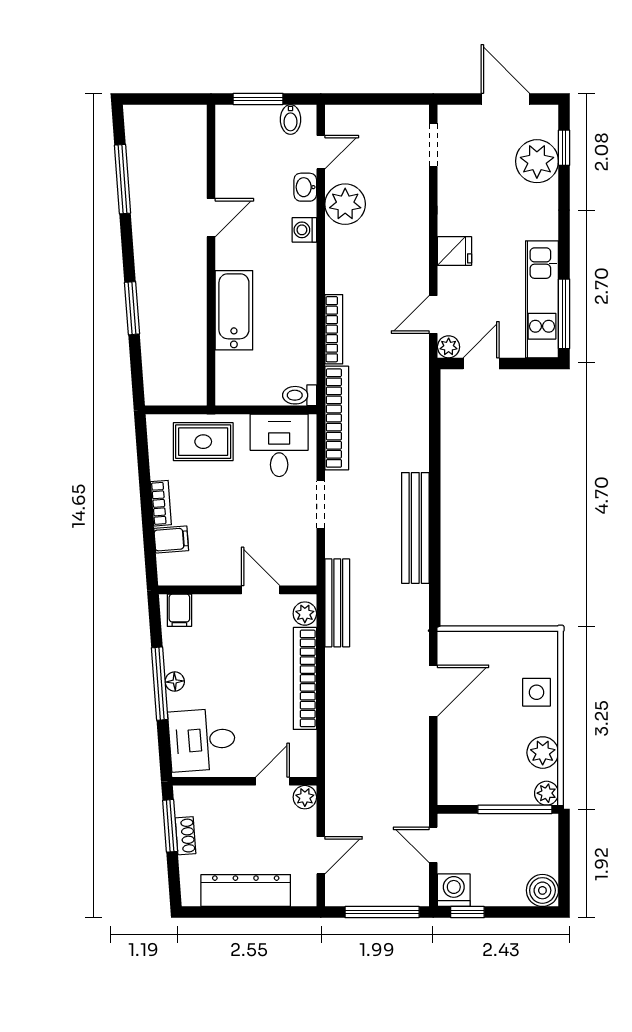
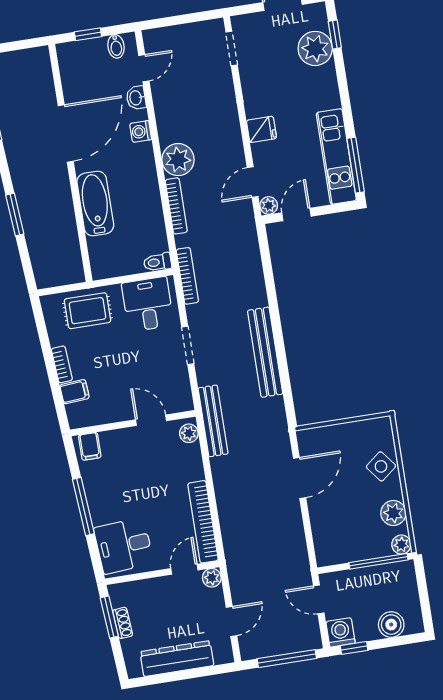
window: (258, 99) -> (88, 34), width x0.67
plant: (345, 204) -> (178, 160), moved
door: (211, 218) -> (66, 133), width x1.88
bookcase: (337, 418) -> (187, 276), width x0.68, depth x0.76
bookcase: (305, 678) -> (203, 522), moved
floor lamp: (175, 682) -> (95, 503), removed
side table: (537, 692) -> (381, 466), turned -38
boiler: (542, 890) -> (391, 625), moved

